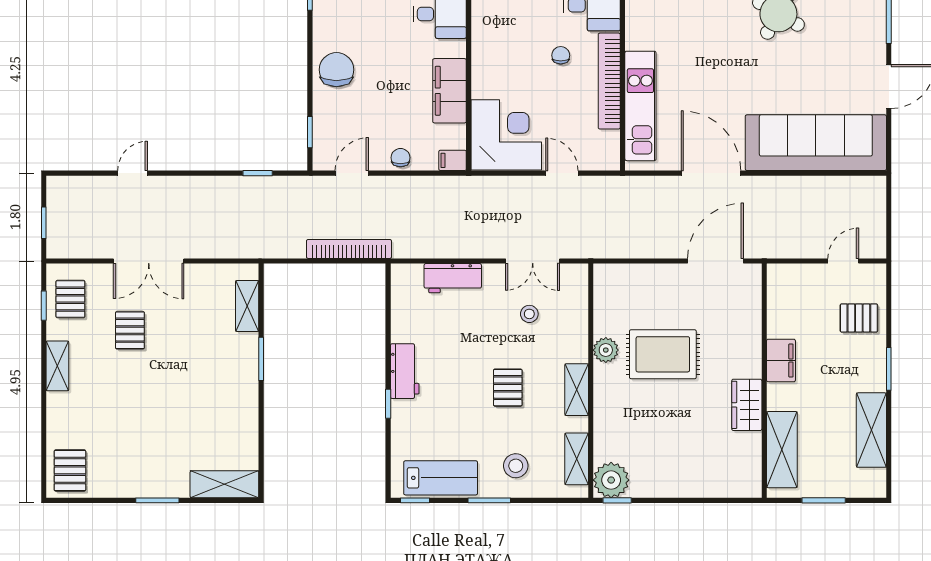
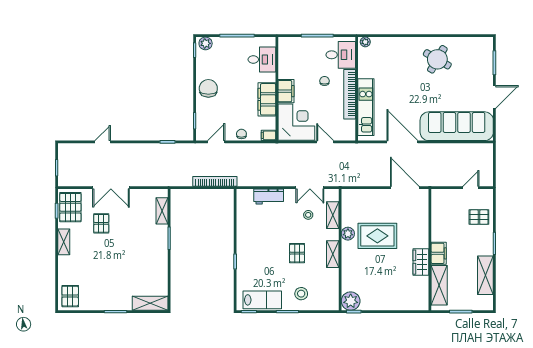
filing cabinet: (486, 75) -> (286, 91), added
door: (715, 261) -> (405, 188), hinge flipped
pallet: (70, 299) -> (70, 207), width x1.50, depth x1.42
filing cabinet: (781, 361) -> (439, 253), moved
workbench: (405, 371) -> (244, 245), removed
shelving: (577, 459) -> (333, 215), moved

